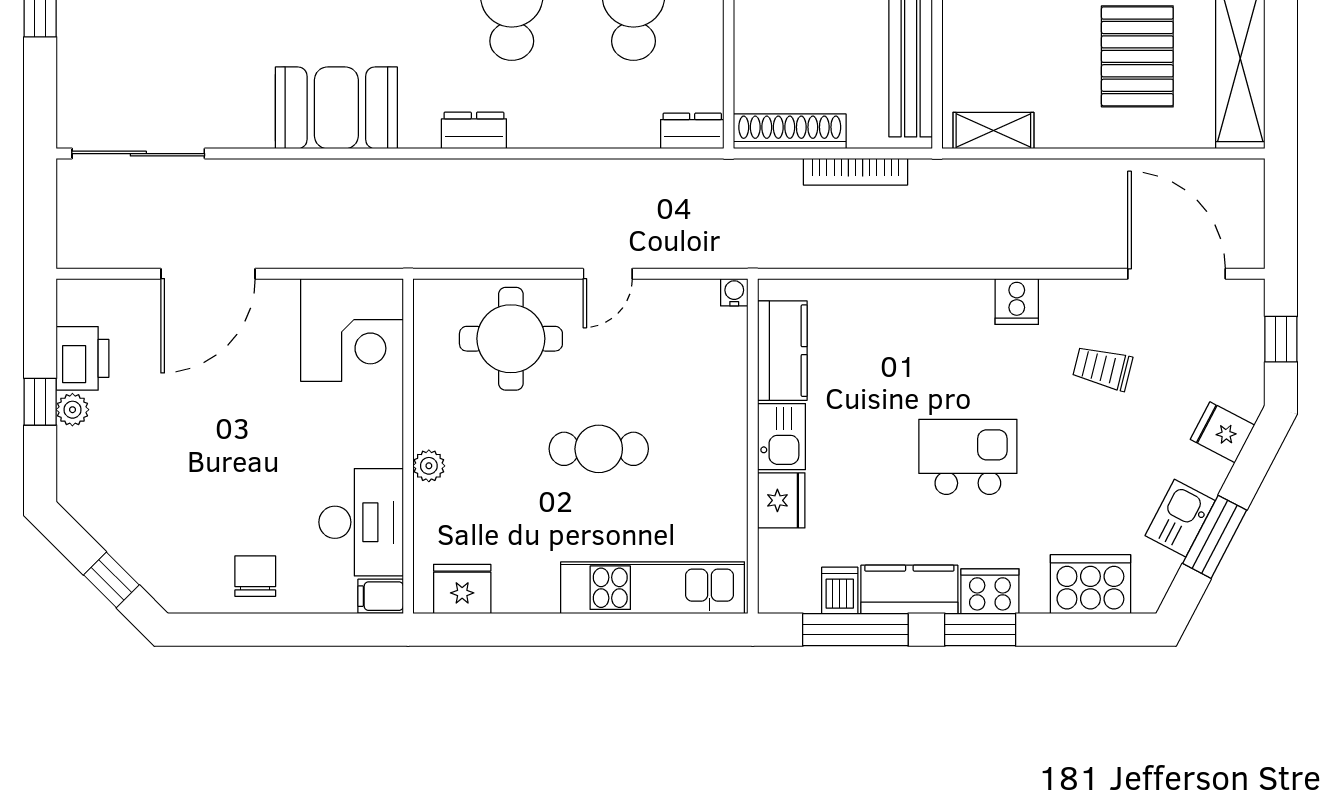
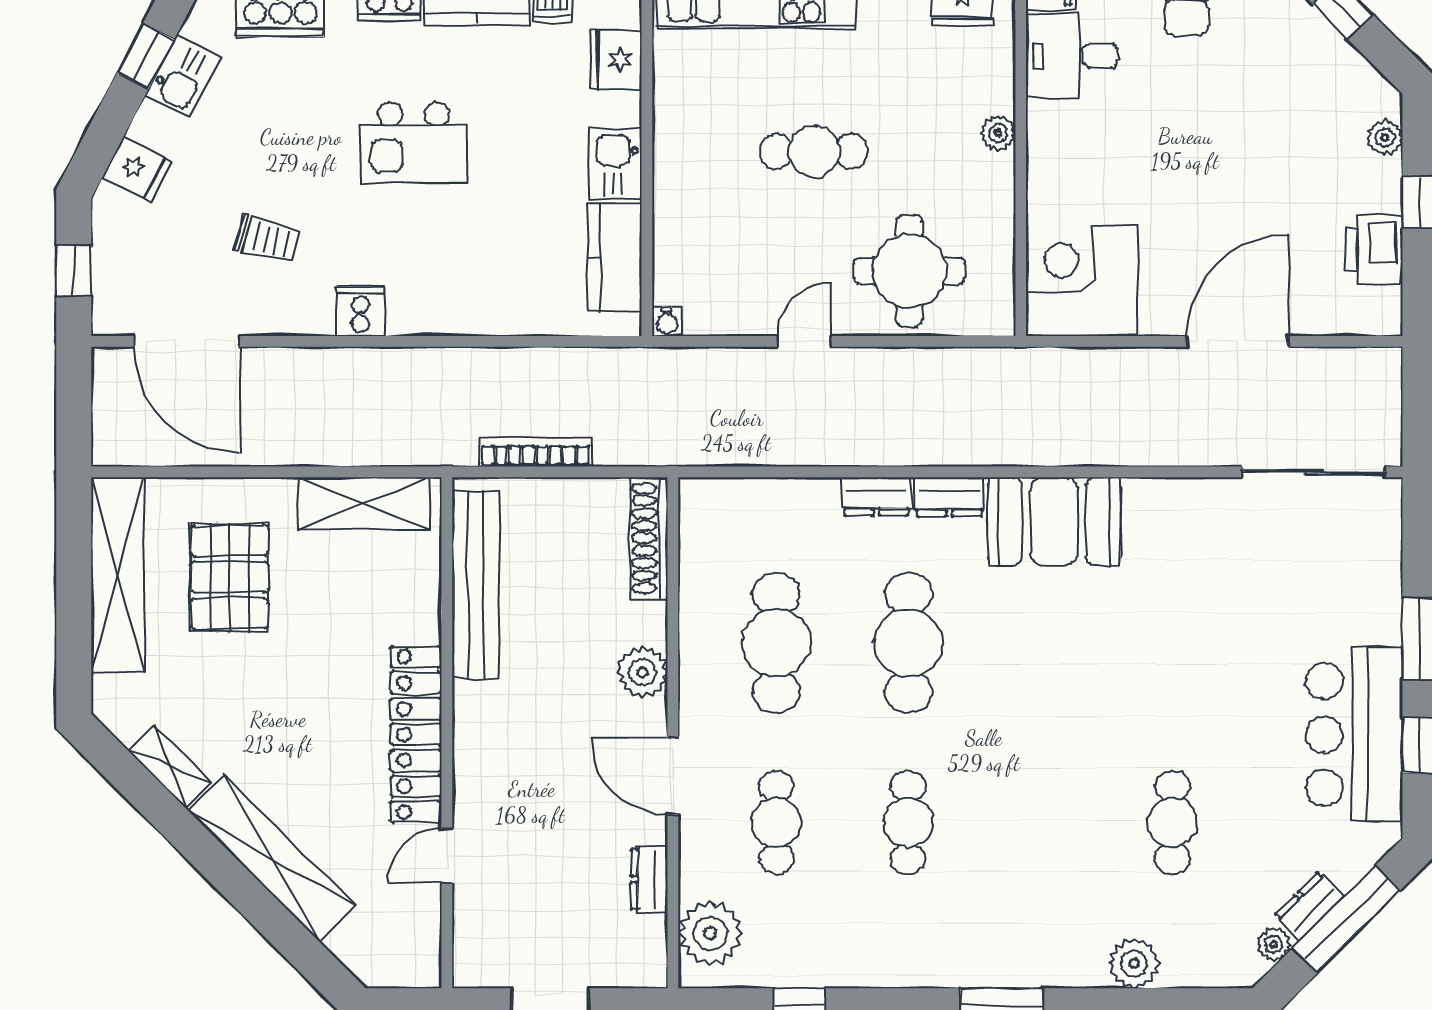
booth: (336, 108) -> (1054, 521), moved
dresser: (692, 131) -> (876, 496), moved
shoe rack: (790, 131) -> (649, 538), moved, turned 90
shelving: (993, 131) -> (364, 503), width x1.50, depth x1.33
plant: (72, 410) -> (1385, 137), moved
fridge: (781, 500) -> (616, 60), moved
desk: (361, 522) -> (1072, 56), width x0.73
window: (1215, 537) -> (146, 56), width x0.67

